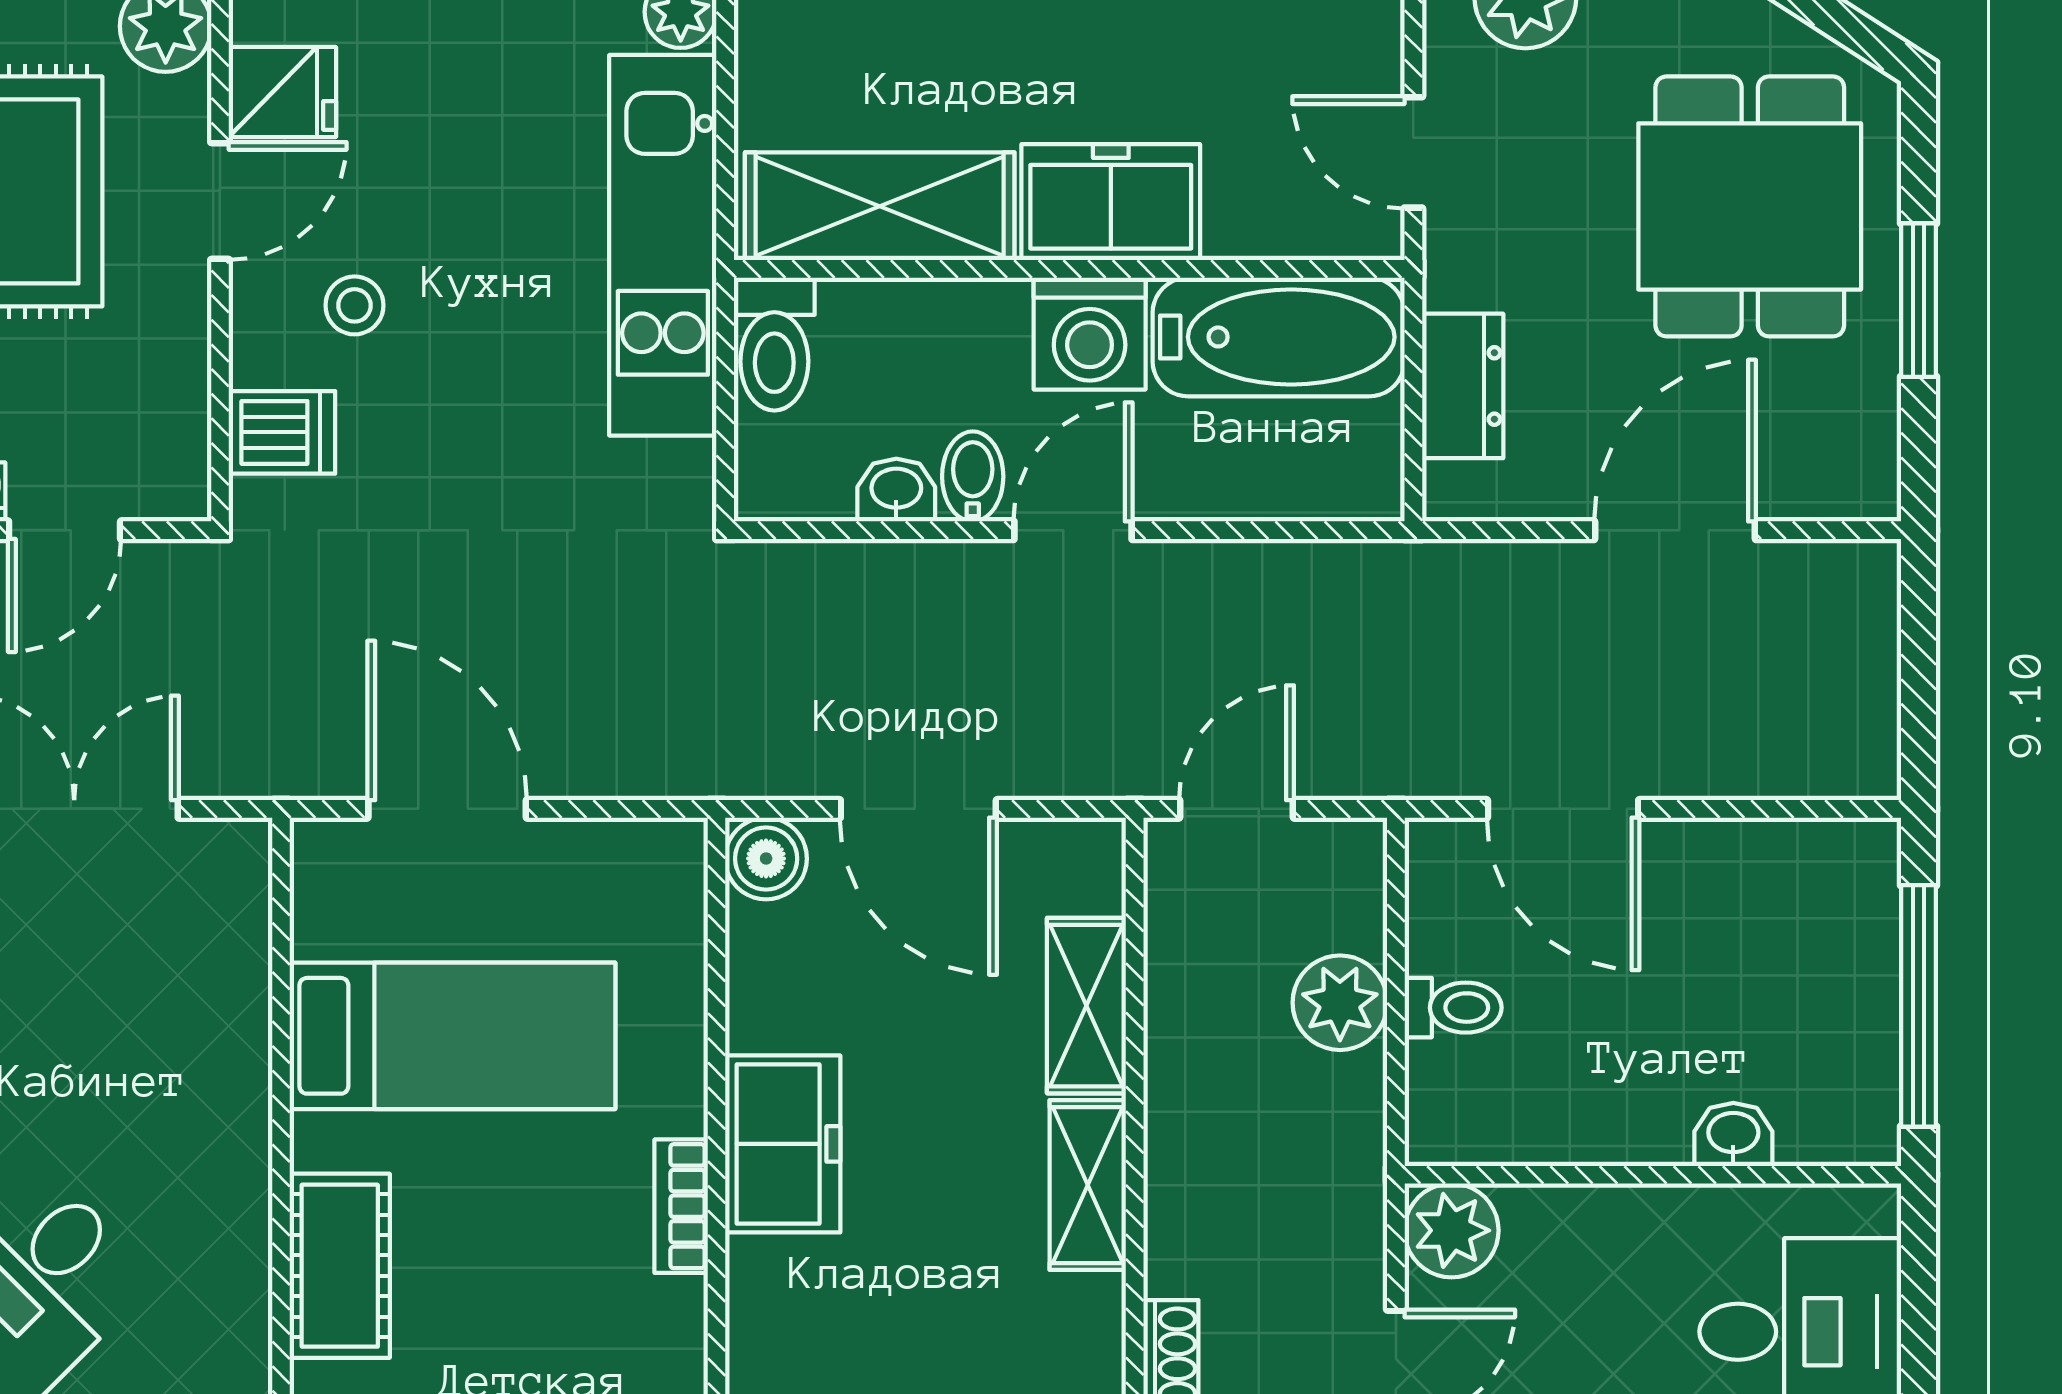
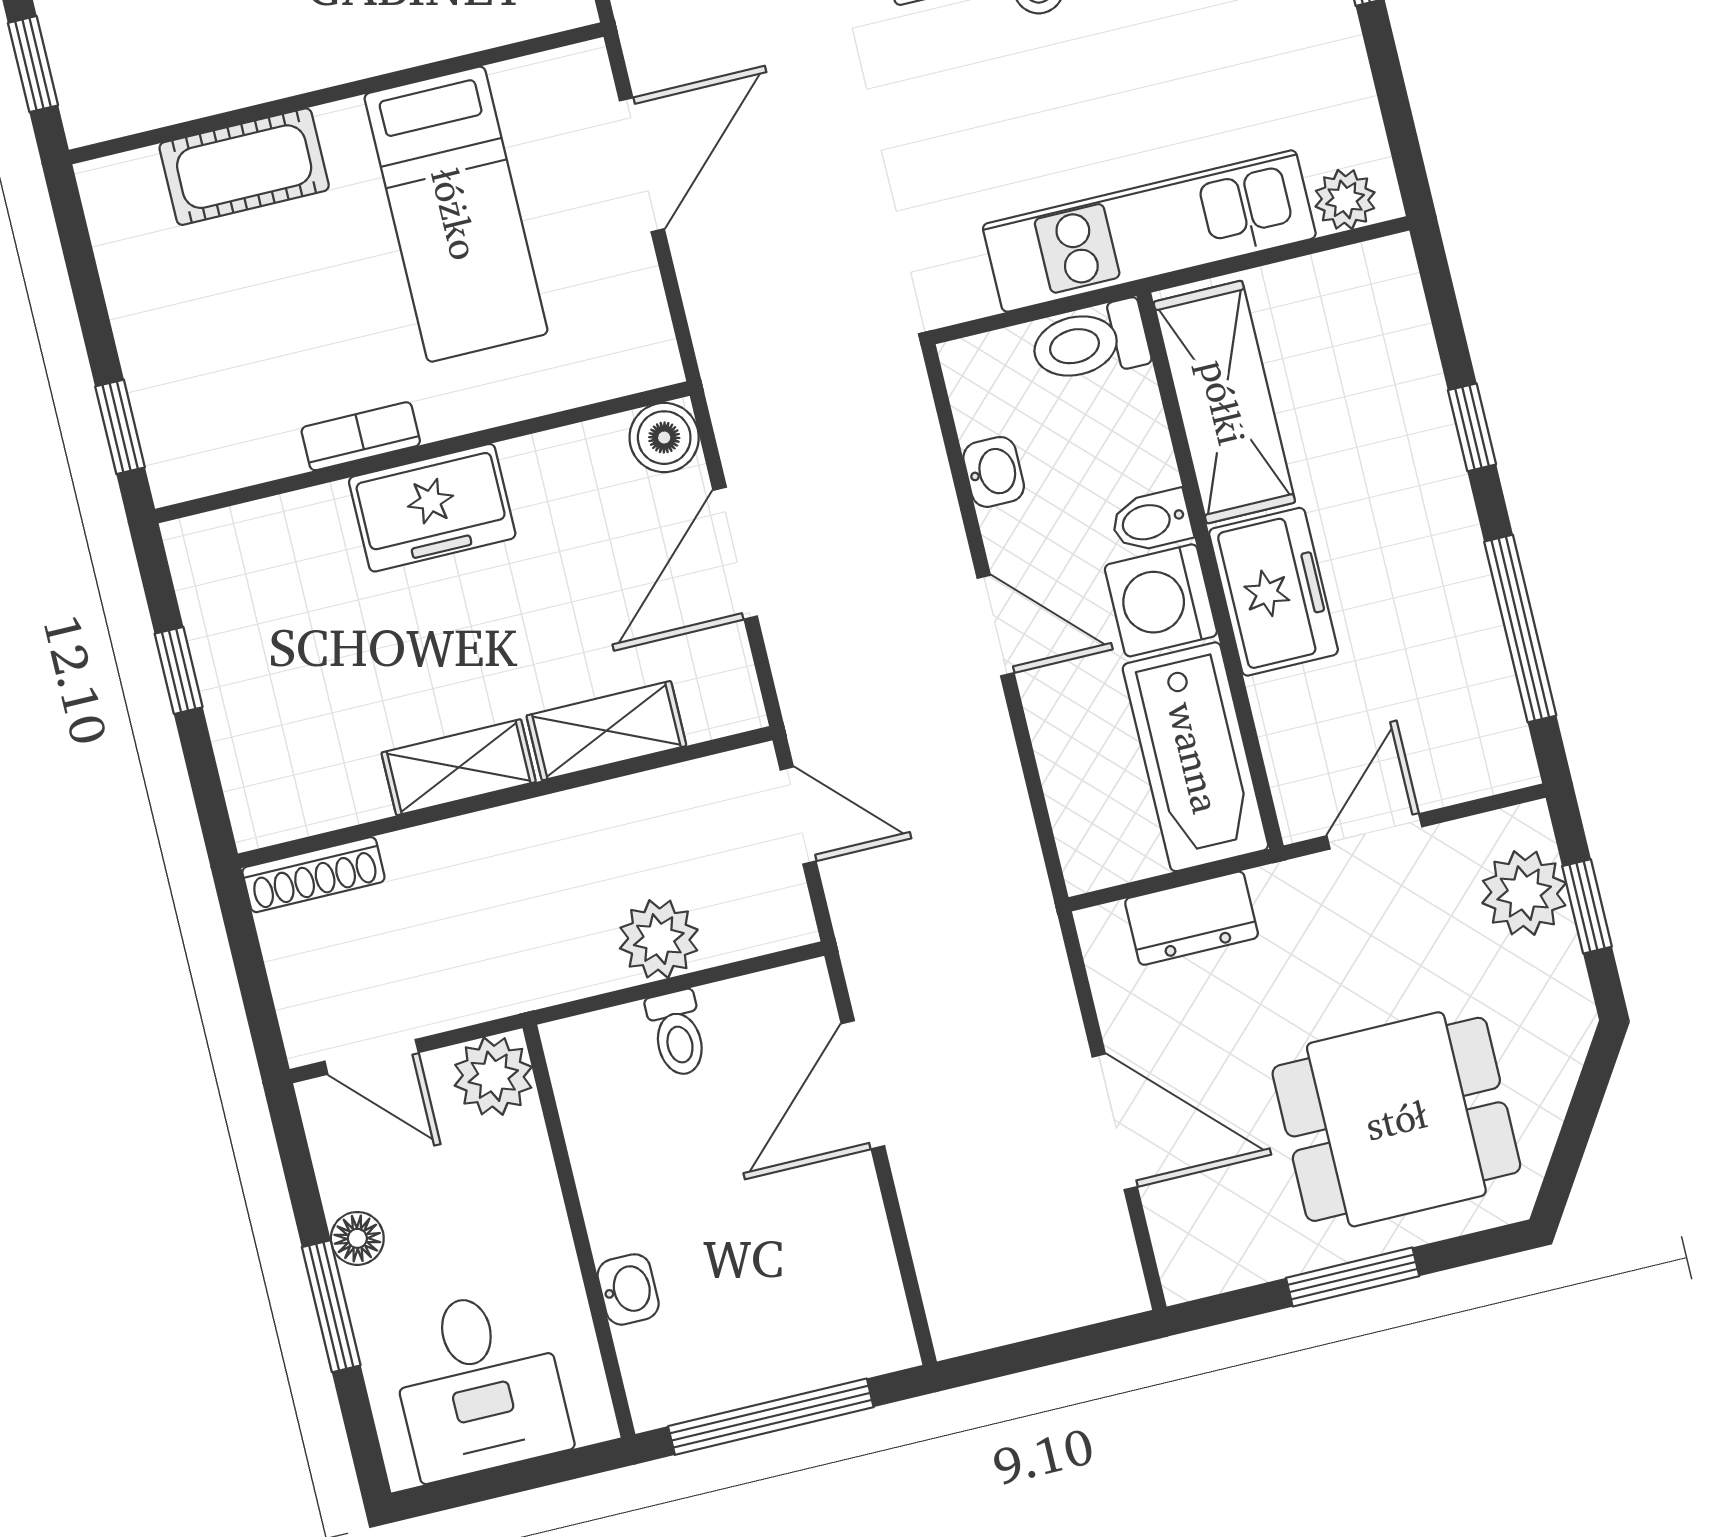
bidet: (973, 476) -> (1151, 521), moved, turned 180

